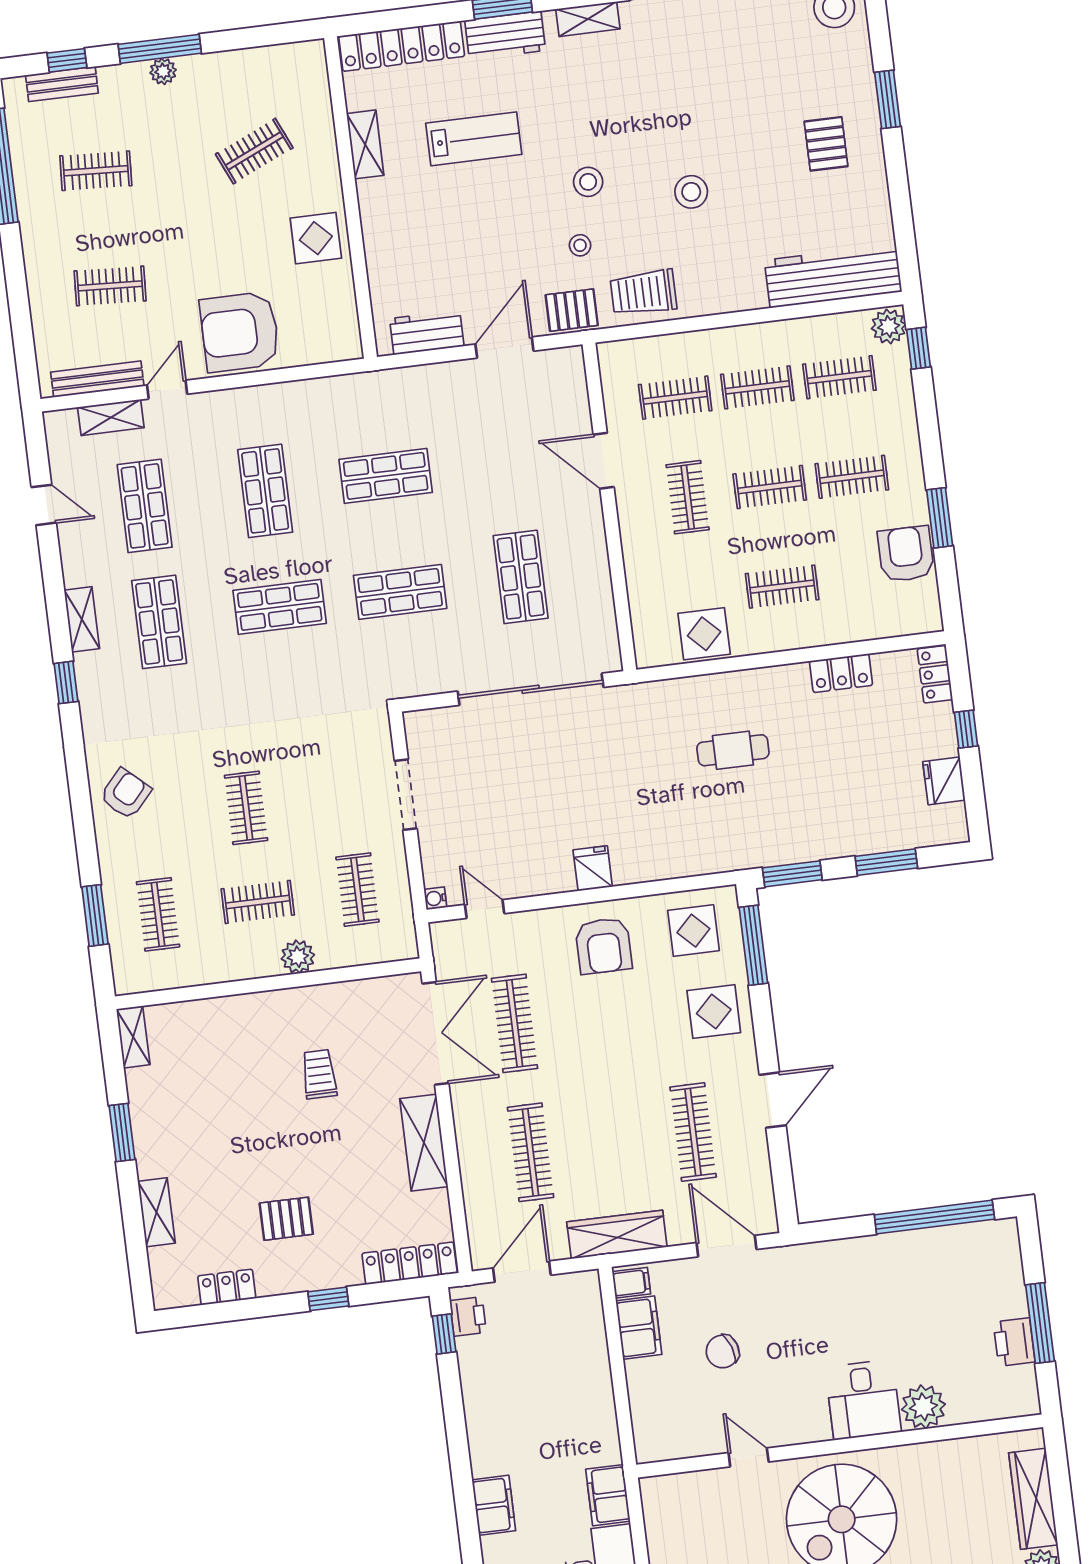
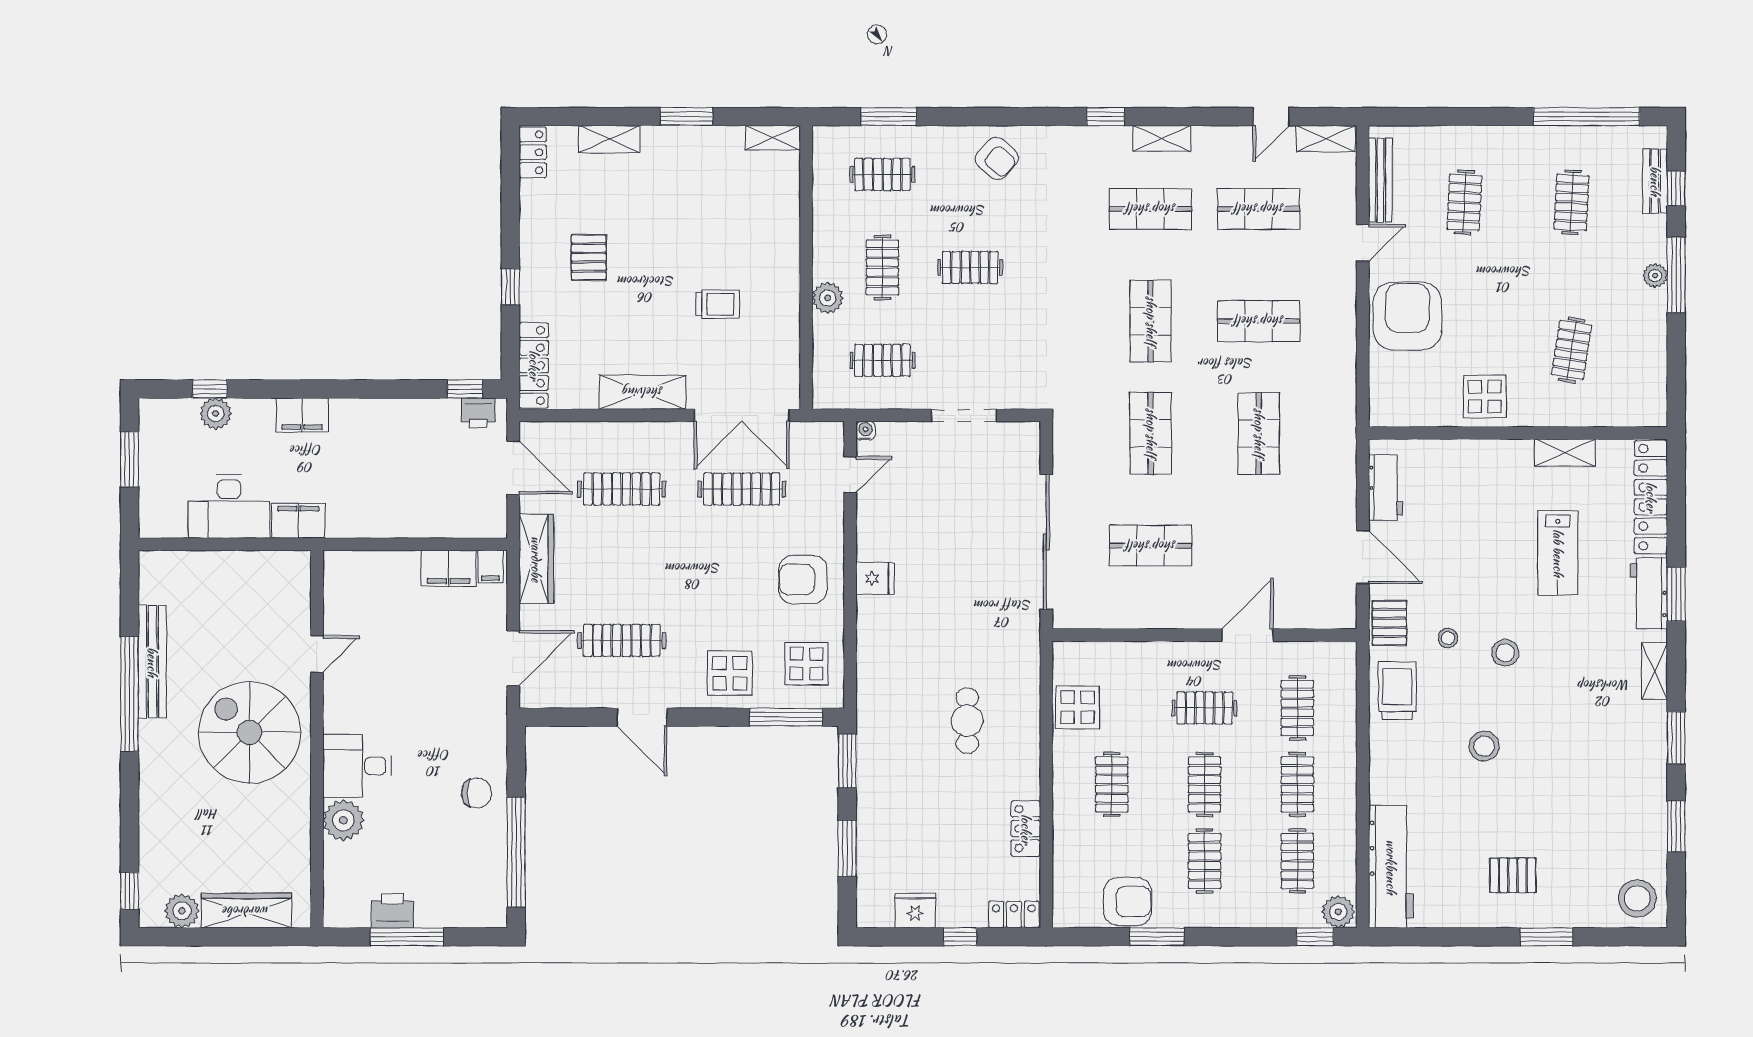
clothes rail: (254, 151) -> (1572, 350), turned 33
door: (167, 390) -> (1363, 243), hinge flipped
shelving: (111, 417) -> (1326, 139), moved, turned 90
locker: (227, 1287) -> (533, 152), moved
chair: (723, 1351) -> (477, 793), moved, turned 109

